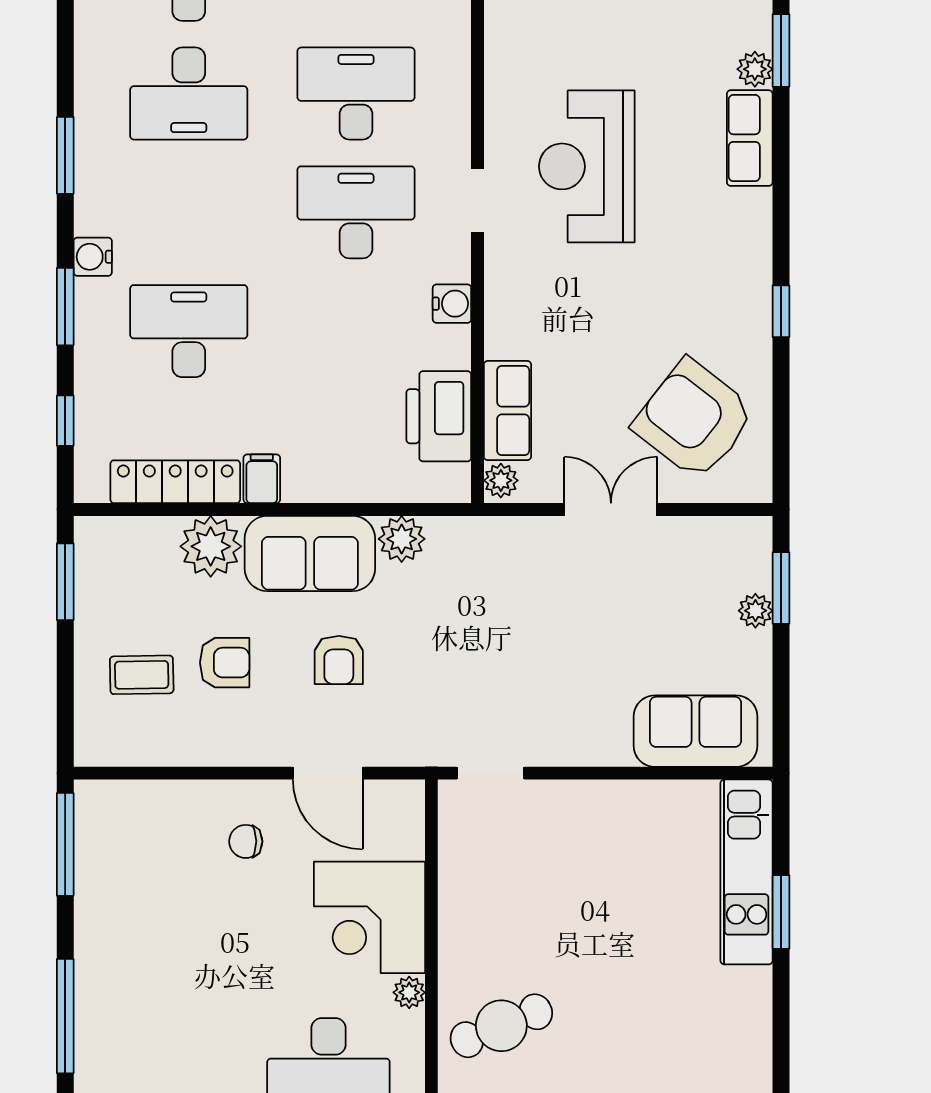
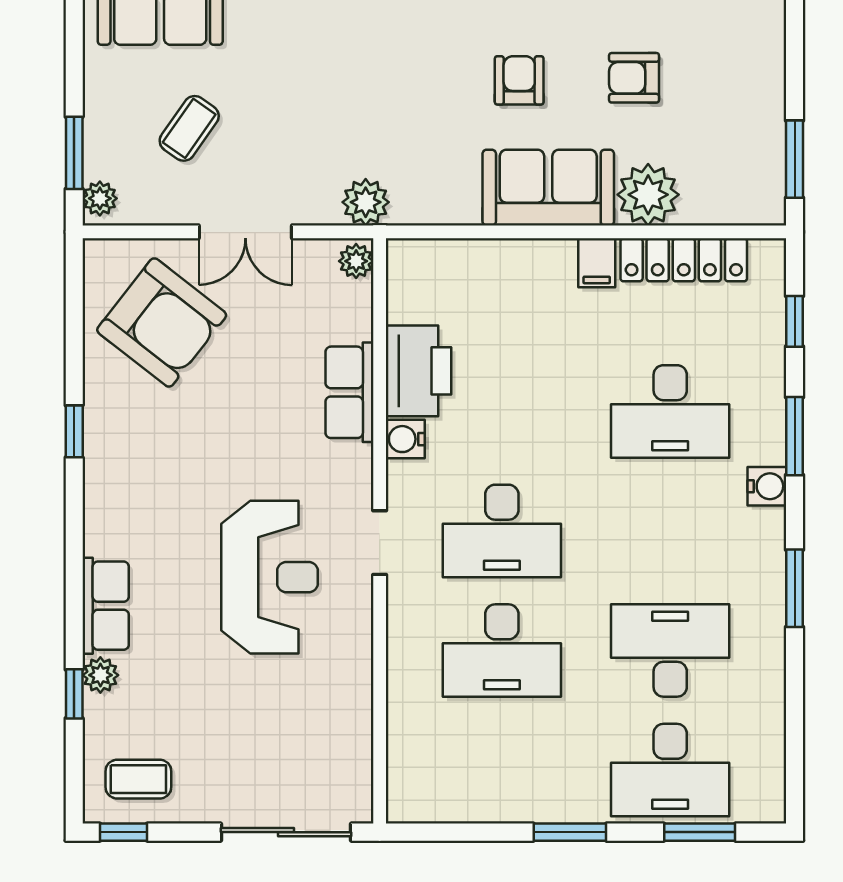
window: (781, 50) -> (74, 694), width x0.67
row of seats: (507, 411) -> (349, 392), moved
printer: (439, 416) -> (419, 371), moved
plant: (402, 539) -> (366, 202), moved
plant: (755, 611) -> (100, 198), moved
coffee table: (142, 675) -> (189, 128), moved, turned -54

